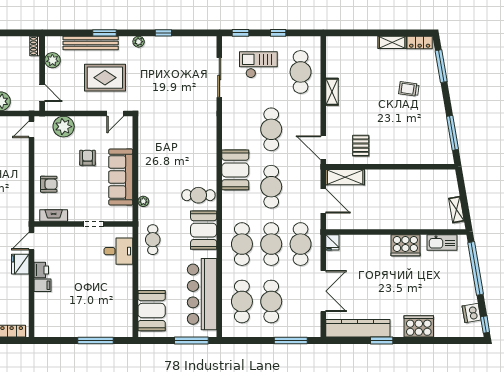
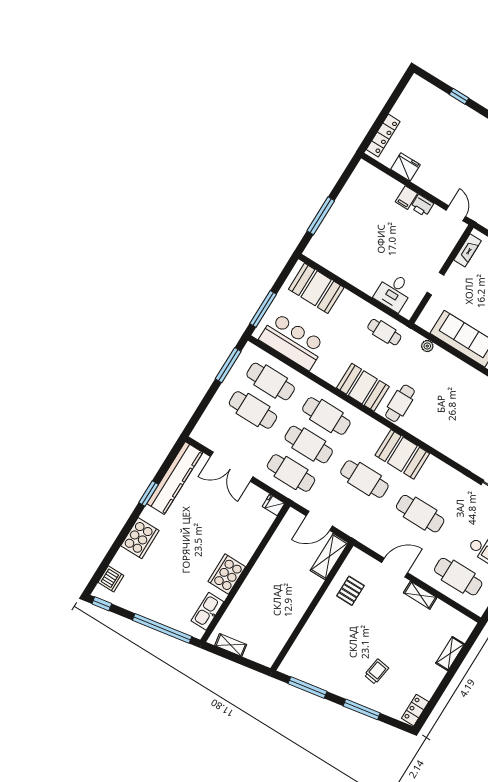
shelving: (392, 42) -> (450, 654), moved
window: (441, 66) -> (362, 709), moved
pallet: (361, 146) -> (350, 591), turned 90
door: (323, 148) -> (395, 568), moved
fridge: (20, 264) -> (405, 167), moved
bar counter: (202, 294) -> (292, 341), width x0.73
dishwasher: (472, 313) -> (111, 579), moved, turned 100
window: (291, 341) -> (228, 365), moved

